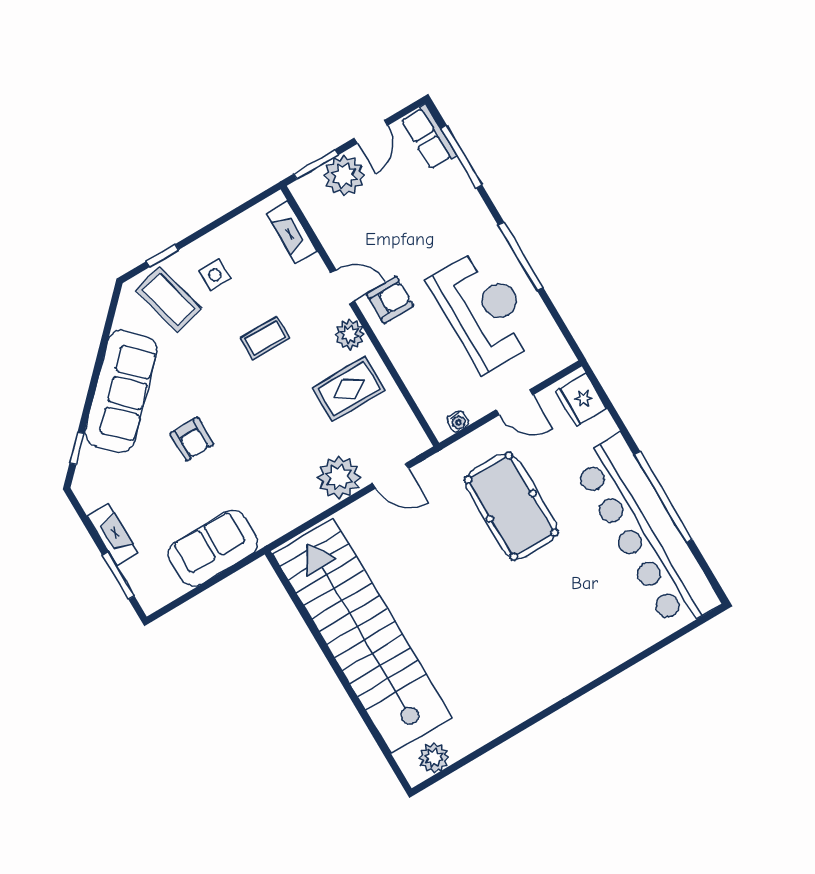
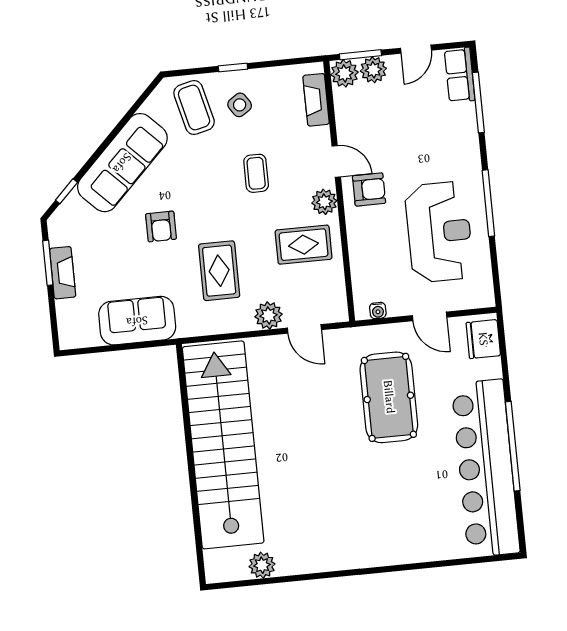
plant: (344, 176) -> (373, 70), width x0.73, depth x0.73
plant: (308, 191) -> (344, 73), added
window: (162, 255) -> (233, 68), moved
side table: (215, 275) -> (240, 105), turned -33
coffee table: (265, 338) -> (256, 173), turned 90
rug: (274, 457) -> (219, 271), added
plant: (339, 477) -> (268, 315), width x0.73, depth x0.73
window: (118, 575) -> (48, 263), moved
plant: (434, 758) -> (262, 565), moved

